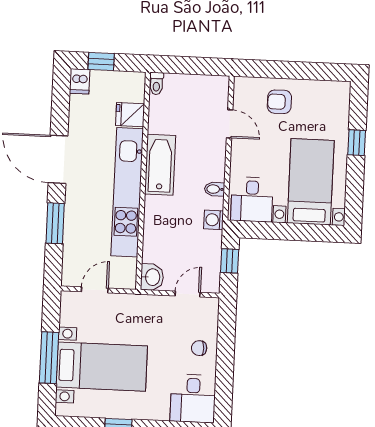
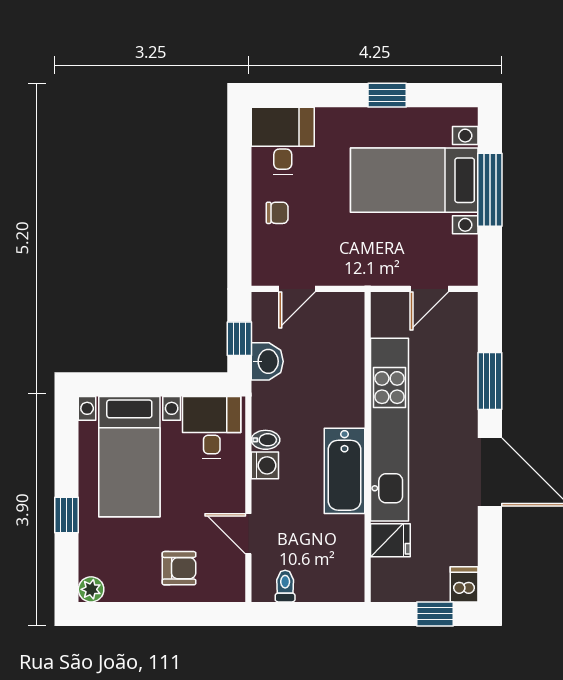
toilet: (156, 84) -> (285, 586), moved
plant: (342, 90) -> (91, 589), added
washing machine: (214, 220) -> (265, 465), moved
washbasin: (152, 277) -> (267, 361), moved, turned 180

